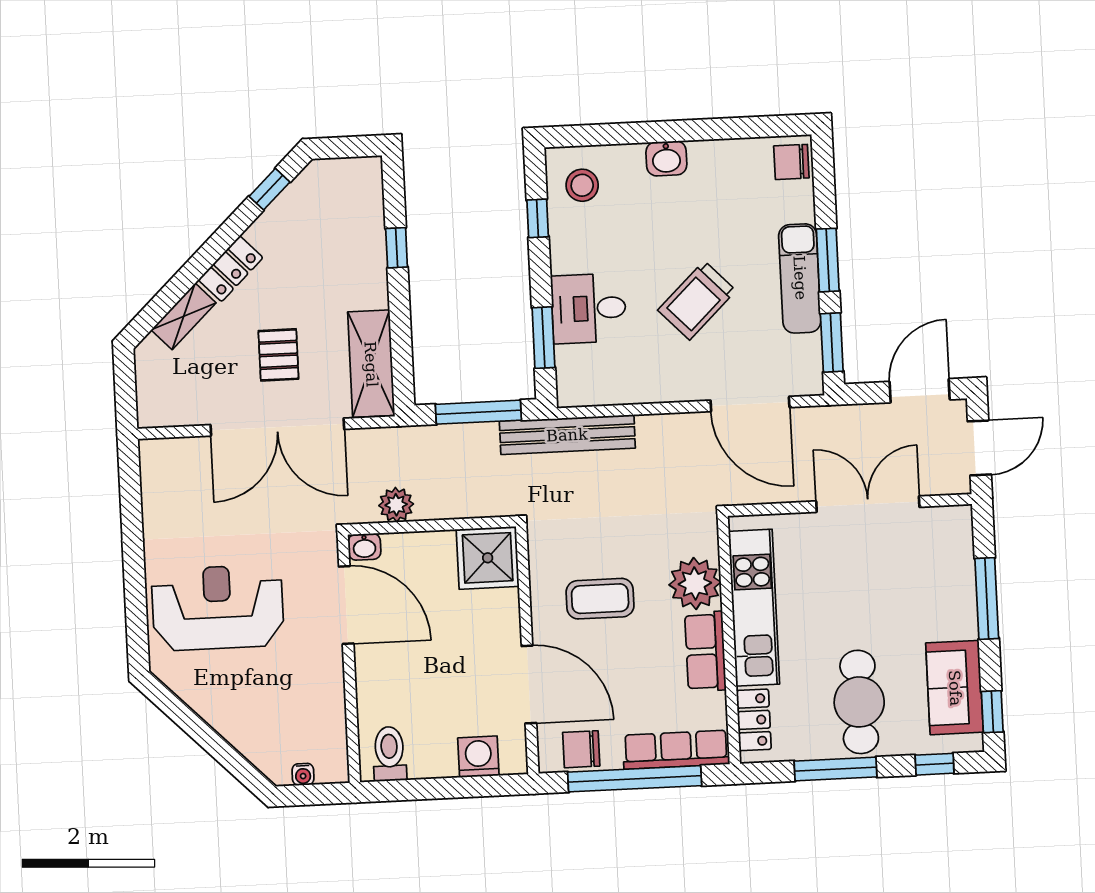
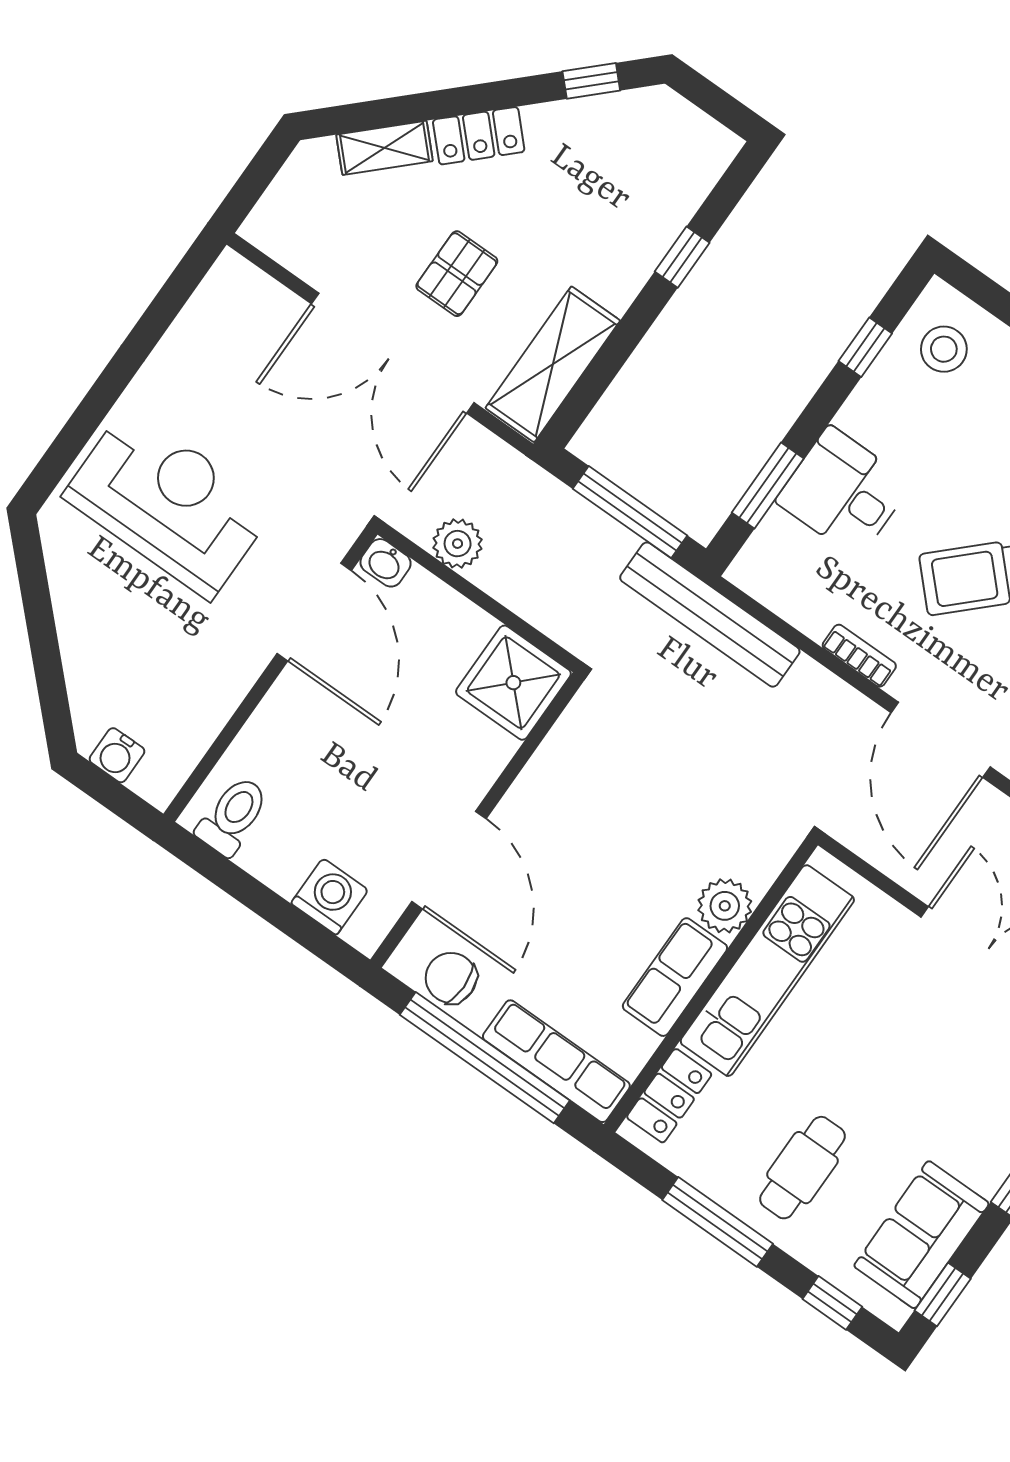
bookcase: (668, 393) -> (859, 656), added
plant: (695, 584) -> (725, 906), width x0.73, depth x0.73
coffee table: (600, 599) -> (603, 826), removed
cafe table: (859, 702) -> (802, 1168), width x0.73, depth x0.74
water cooler: (303, 774) -> (117, 755), width x1.38, depth x1.38

